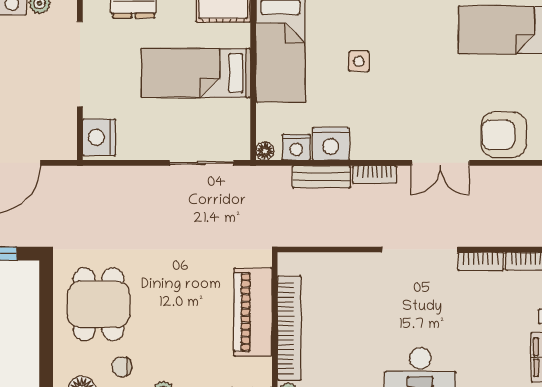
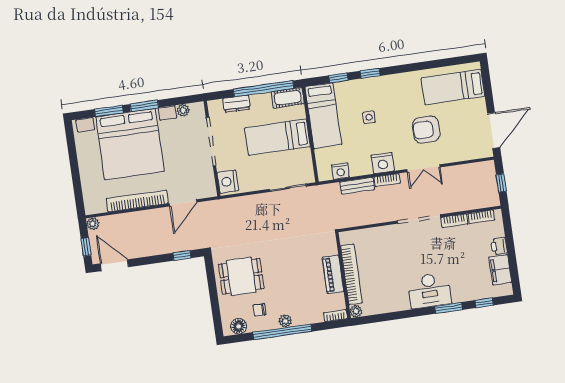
armchair: (504, 135) -> (426, 130), moved
nightstand: (331, 144) -> (383, 163), moved
floor lamp: (265, 151) -> (323, 176), removed
dining table: (99, 304) -> (241, 276), turned 90
piano: (253, 312) -> (333, 274), width x0.73, depth x0.75

